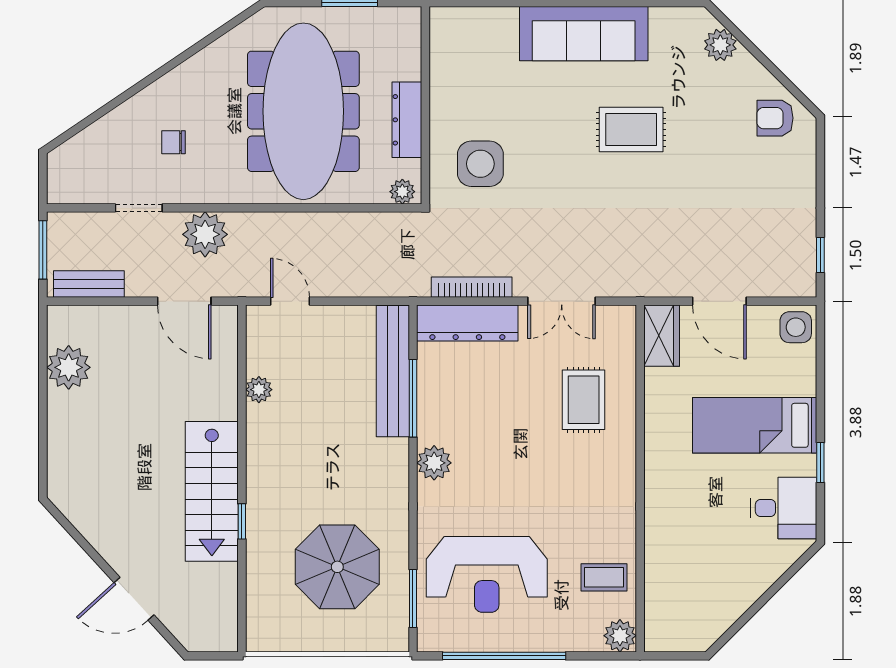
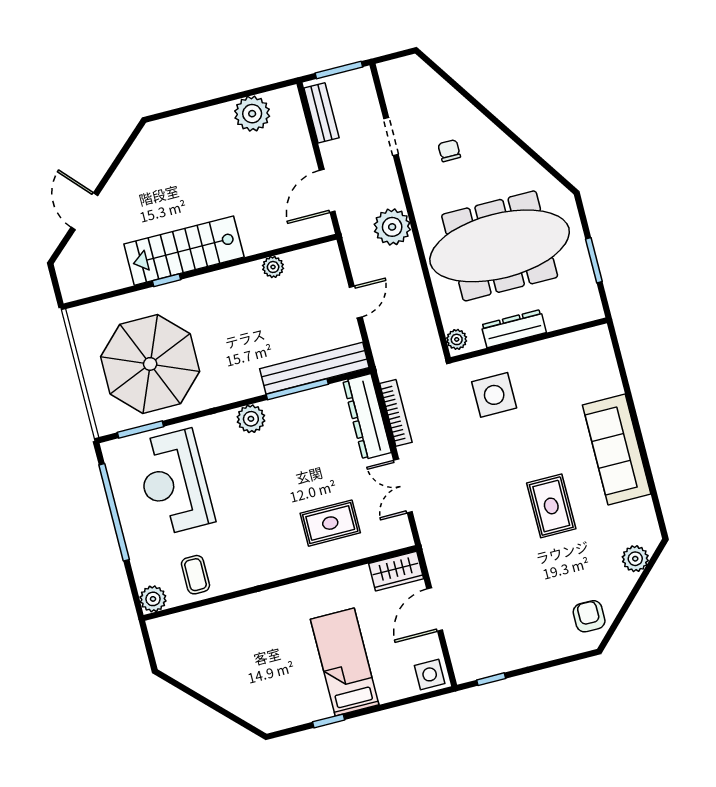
plant: (205, 234) -> (392, 227), moved
door: (290, 301) -> (356, 302), moved
desk: (783, 508) -> (286, 701), removed
parasol: (337, 567) -> (150, 364), width x1.36, depth x1.36

